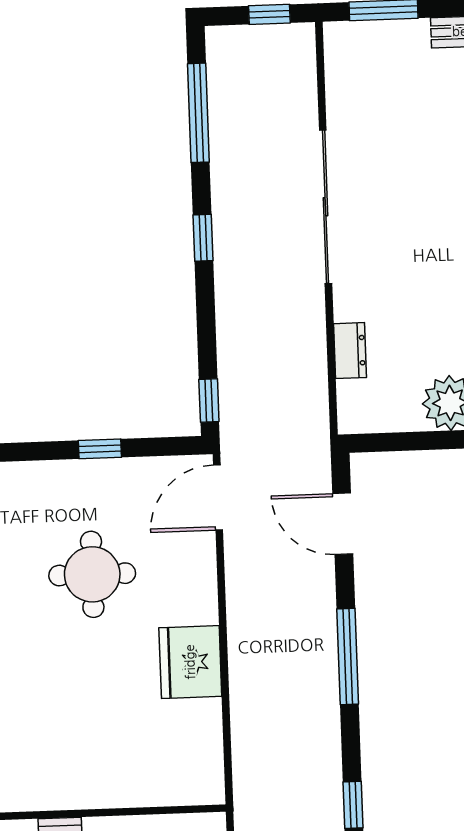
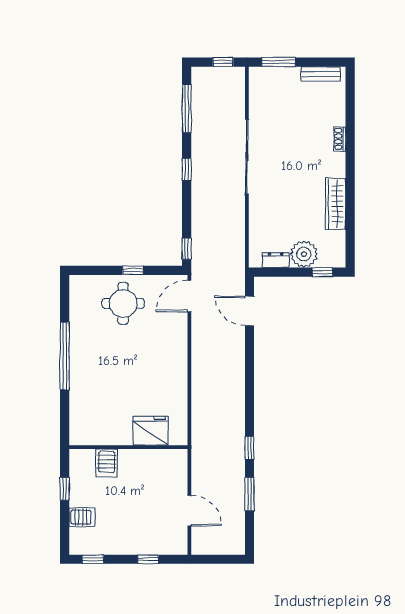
dresser: (350, 351) -> (276, 260), moved, turned -90
round table: (92, 574) -> (123, 303), moved
window: (348, 657) -> (250, 376), removed
fridge: (190, 662) -> (151, 431), moved, turned 90

